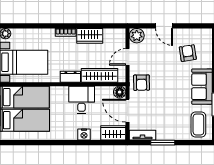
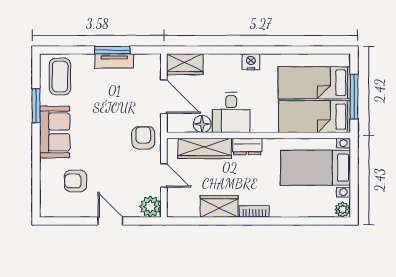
armchair: (188, 53) -> (76, 181), turned 99
door: (127, 57) -> (164, 175), hinge flipped
floor lamp: (120, 92) -> (202, 124), moved
nightstand: (84, 134) -> (251, 62), moved
tv unit: (142, 135) -> (114, 61), moved

